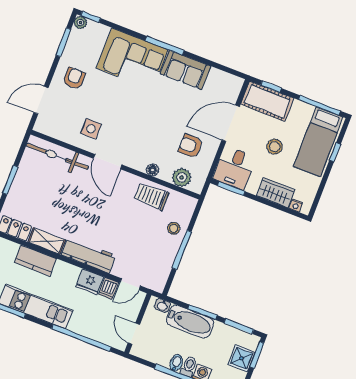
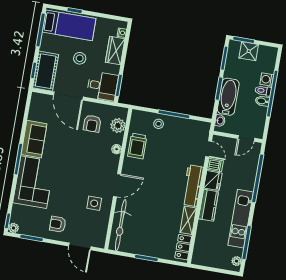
kitchen counter: (35, 261) -> (208, 205), moved

